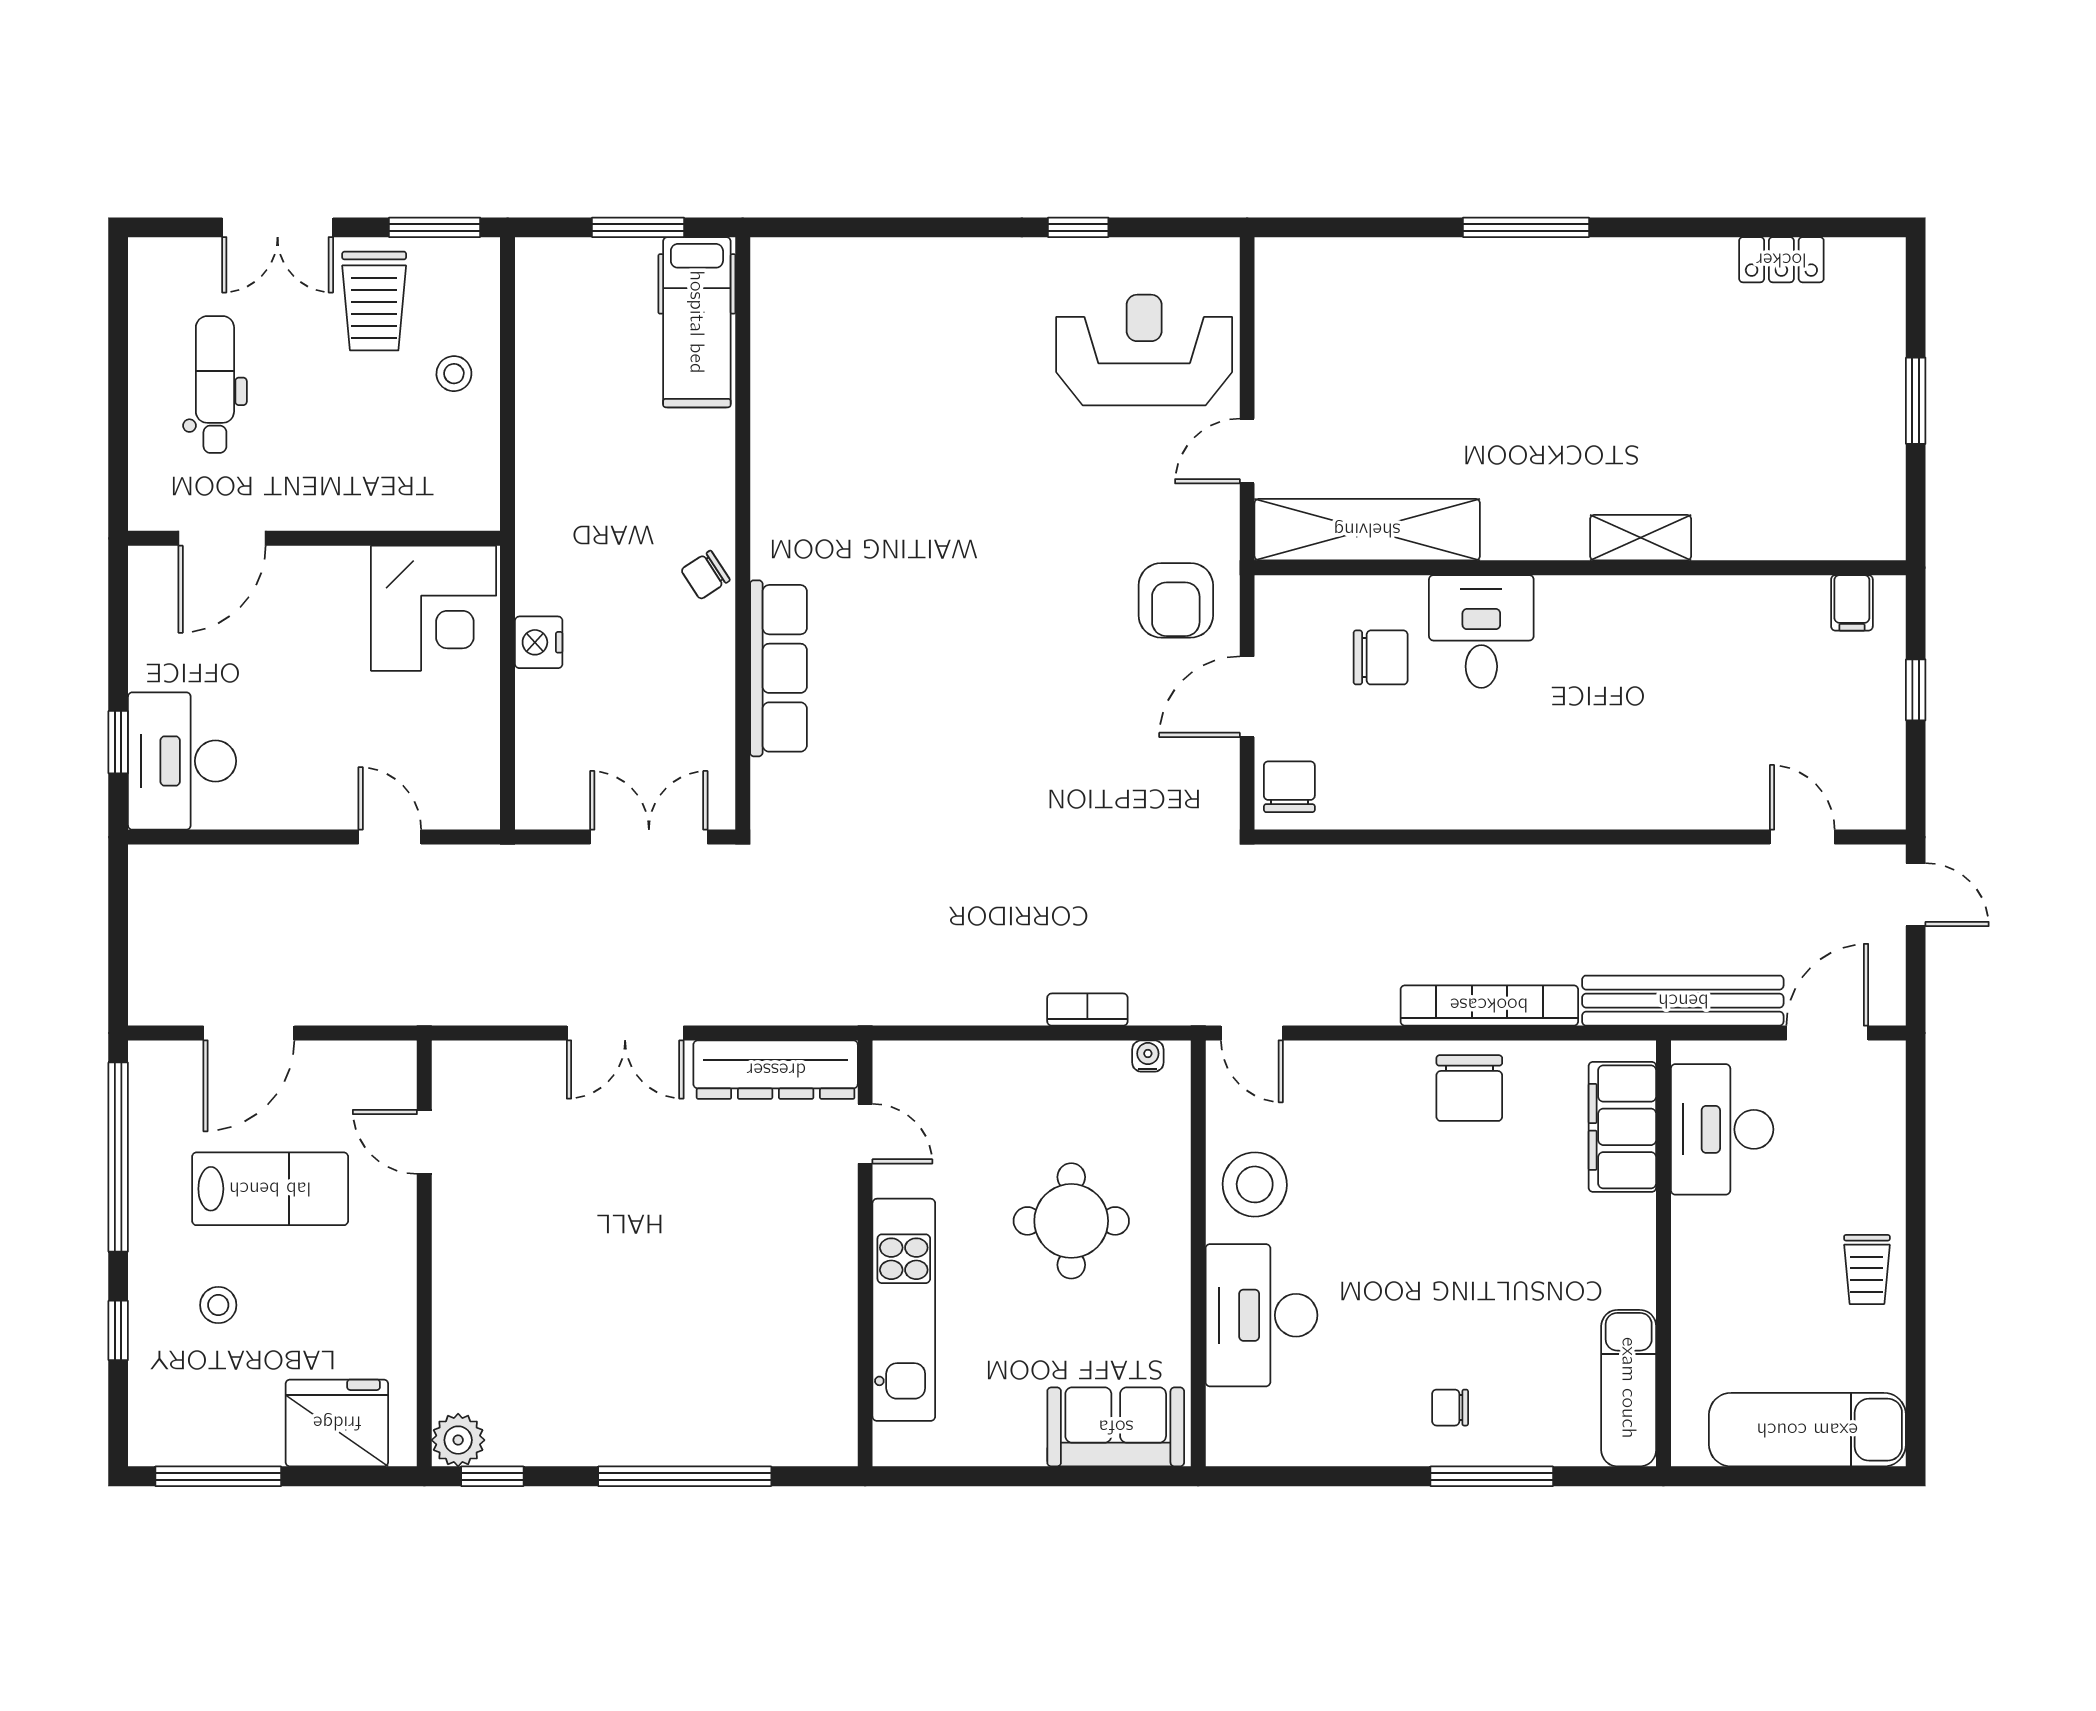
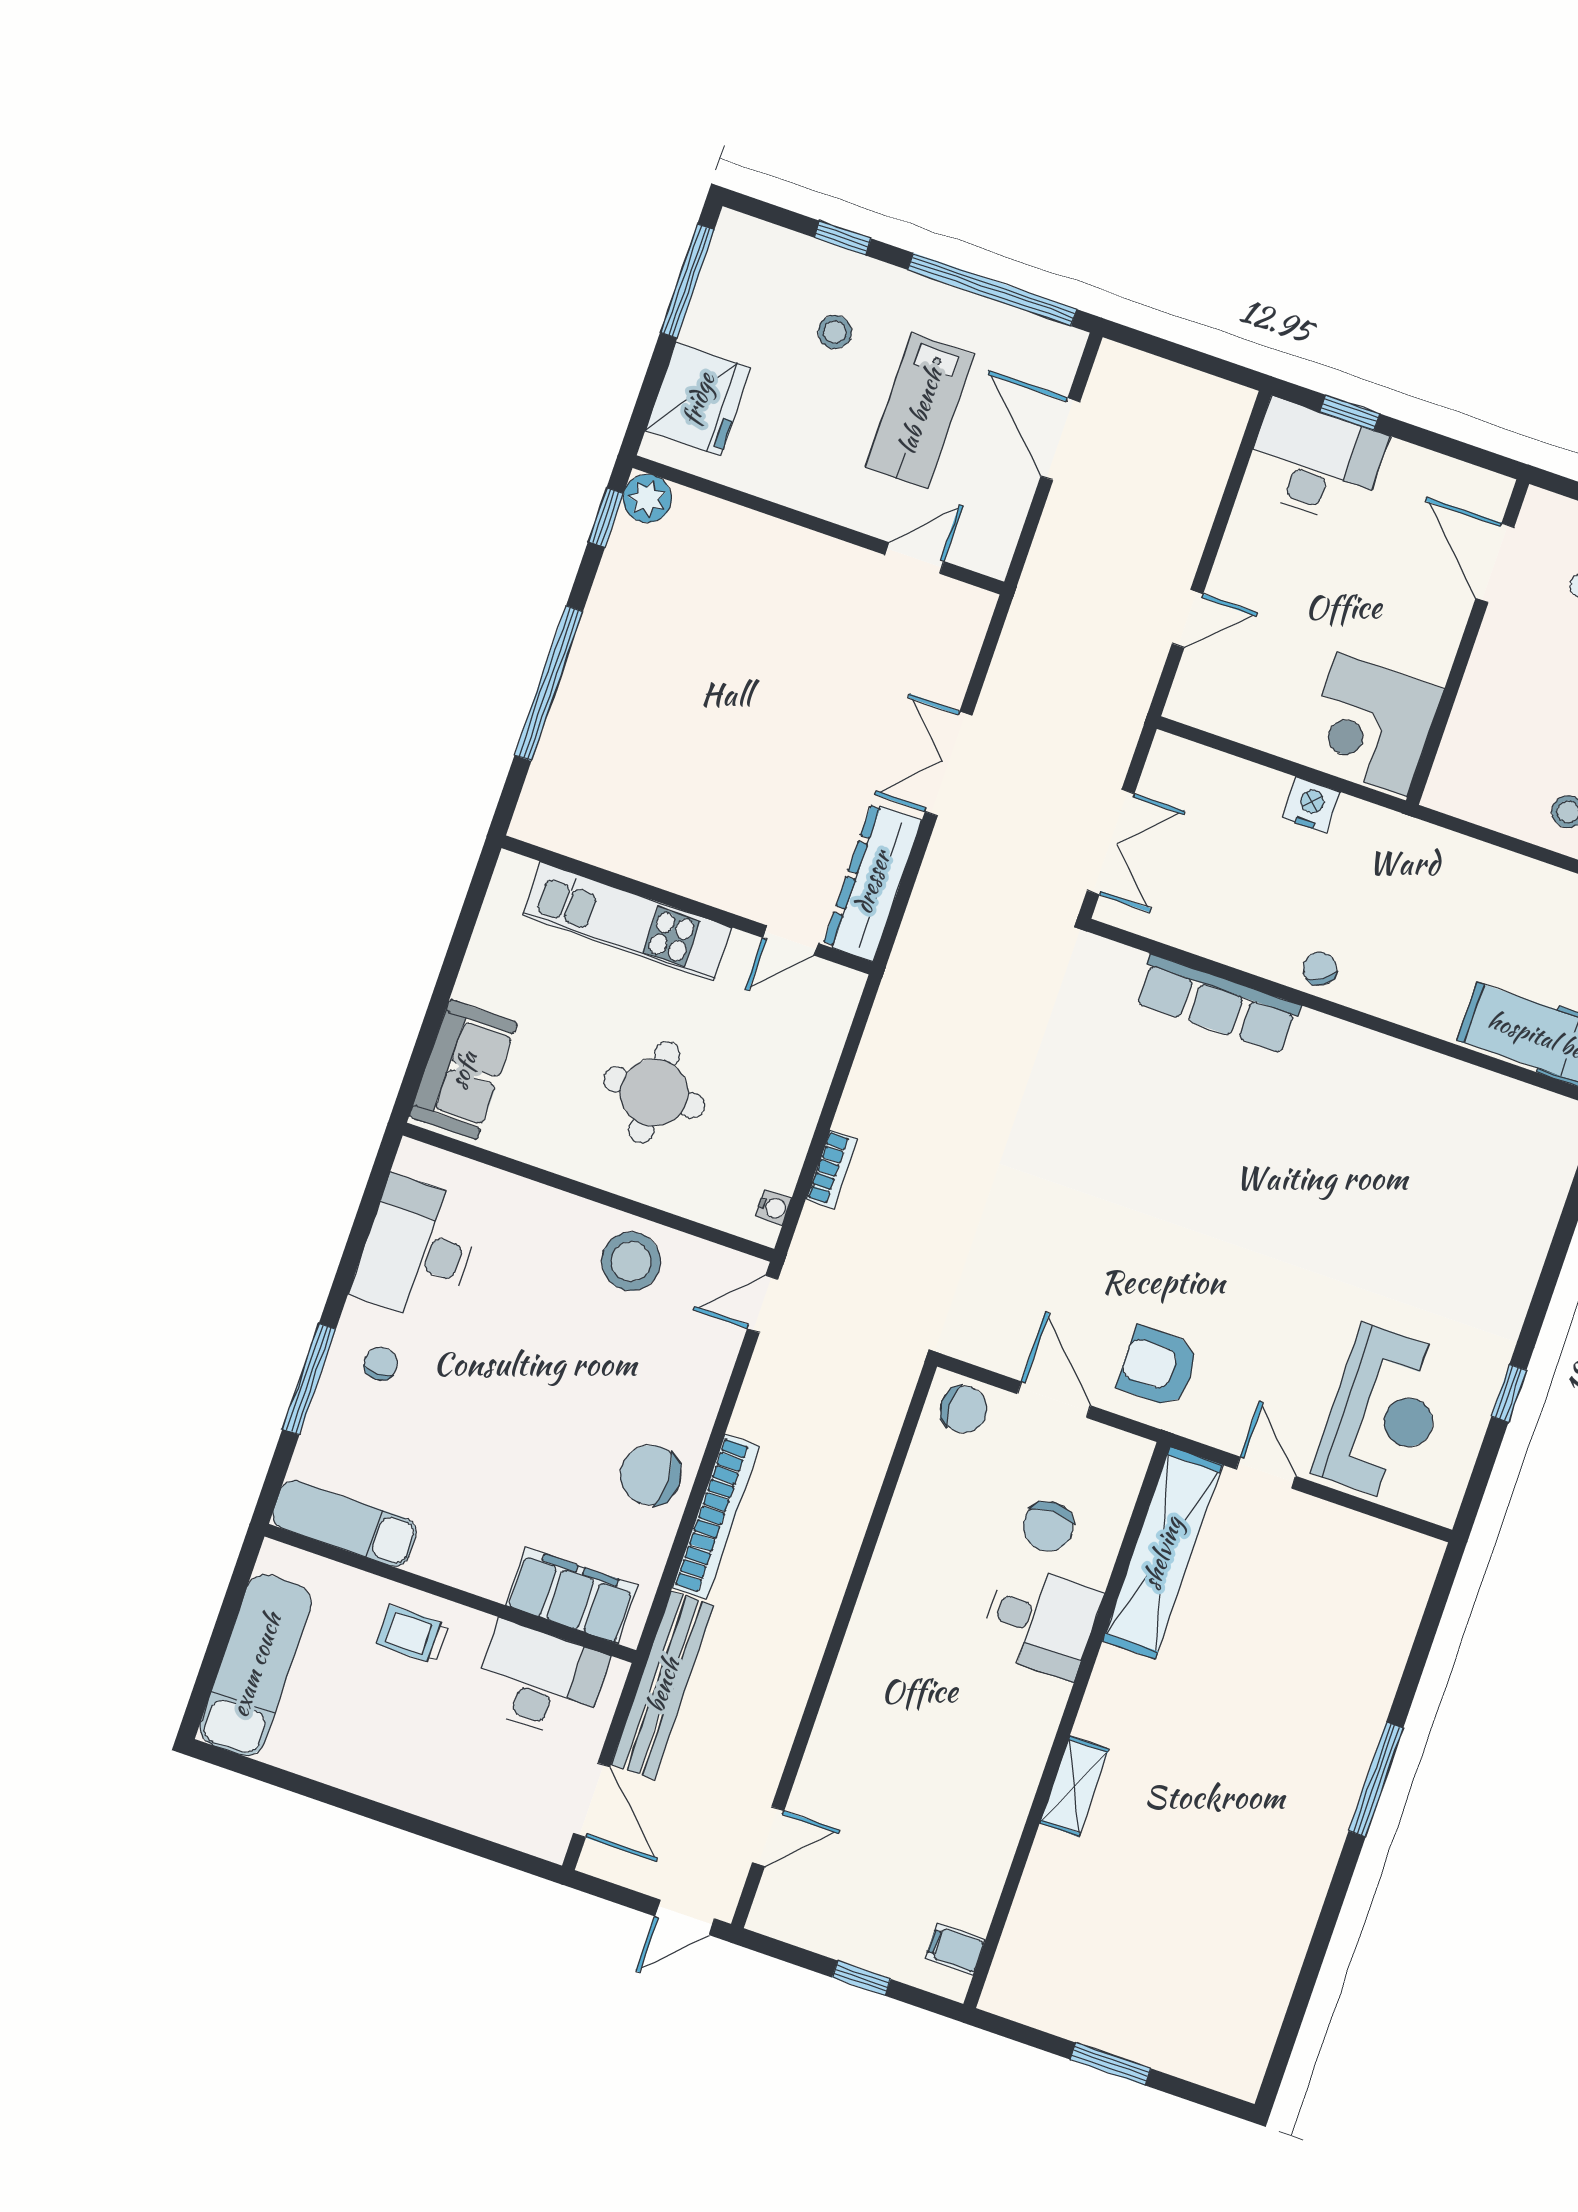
locker: (1781, 260) -> (1272, 1990), removed
trolley: (1867, 1270) -> (413, 1635), moved
desk: (1261, 1315) -> (417, 1250), moved, turned -90

